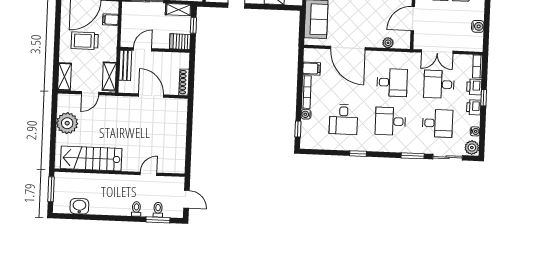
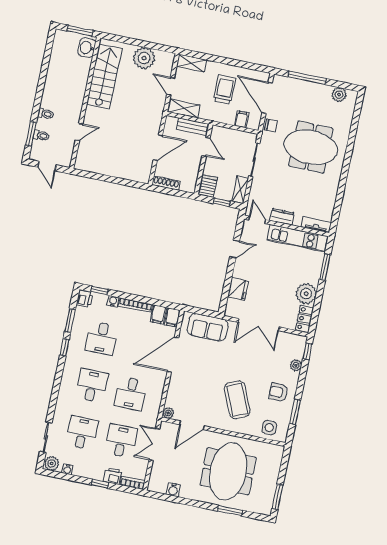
door: (413, 19) -> (192, 425), swing flipped
plant: (388, 43) -> (168, 413), moved
filing cabinet: (312, 55) -> (172, 317), added
printer: (474, 107) -> (85, 299), moved, turned 90
desk: (343, 119) -> (102, 338), turned -90
desk: (437, 123) -> (82, 433), turned 180
window: (413, 156) -> (70, 320), moved
door: (149, 174) -> (79, 132), hinge flipped
door: (186, 199) -> (47, 166), hinge flipped
washbasin: (79, 206) -> (87, 48), moved, turned 180

